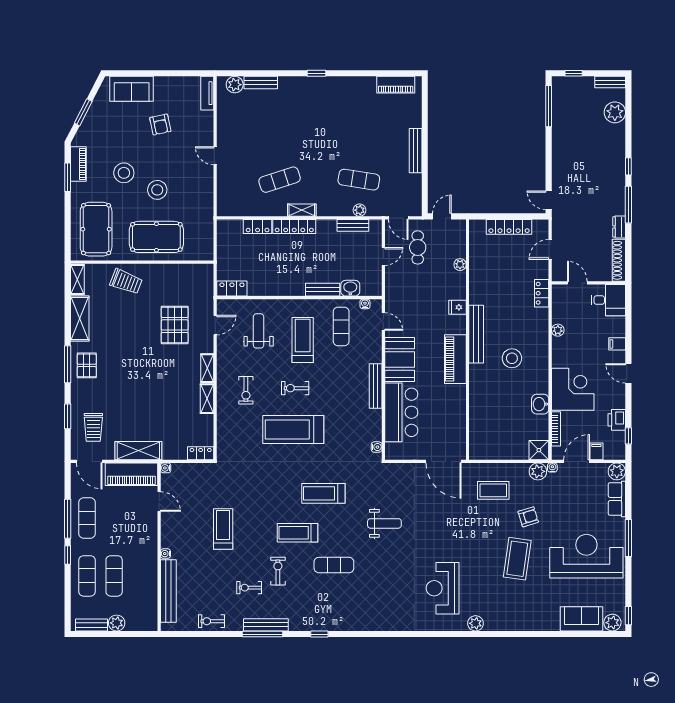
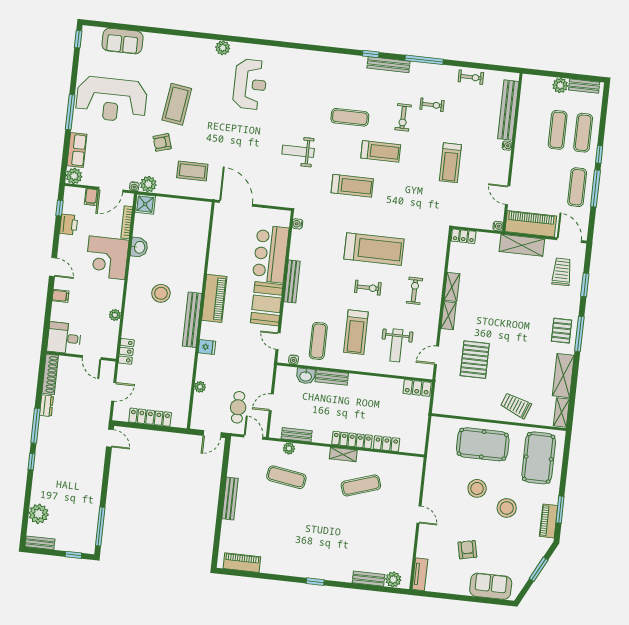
plant: (612, 623) -> (94, 34), removed
bench: (266, 625) -> (388, 65), moved

